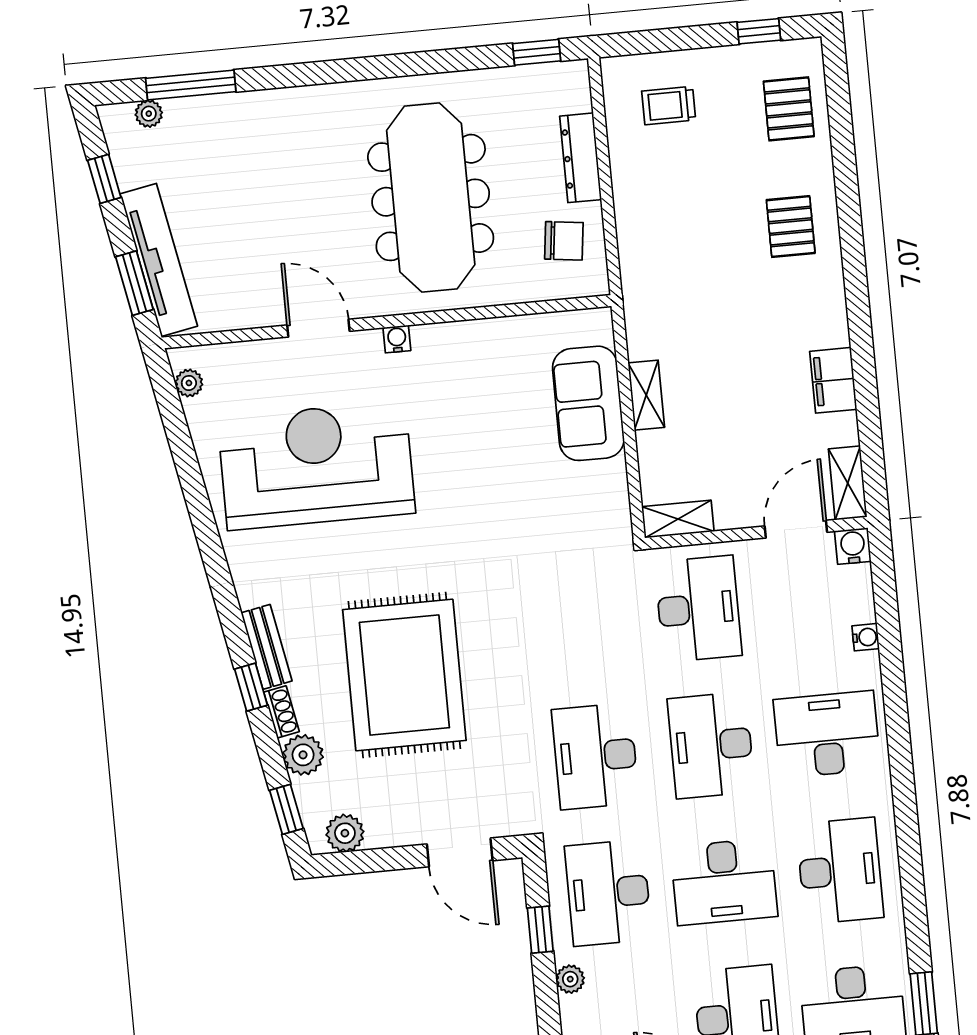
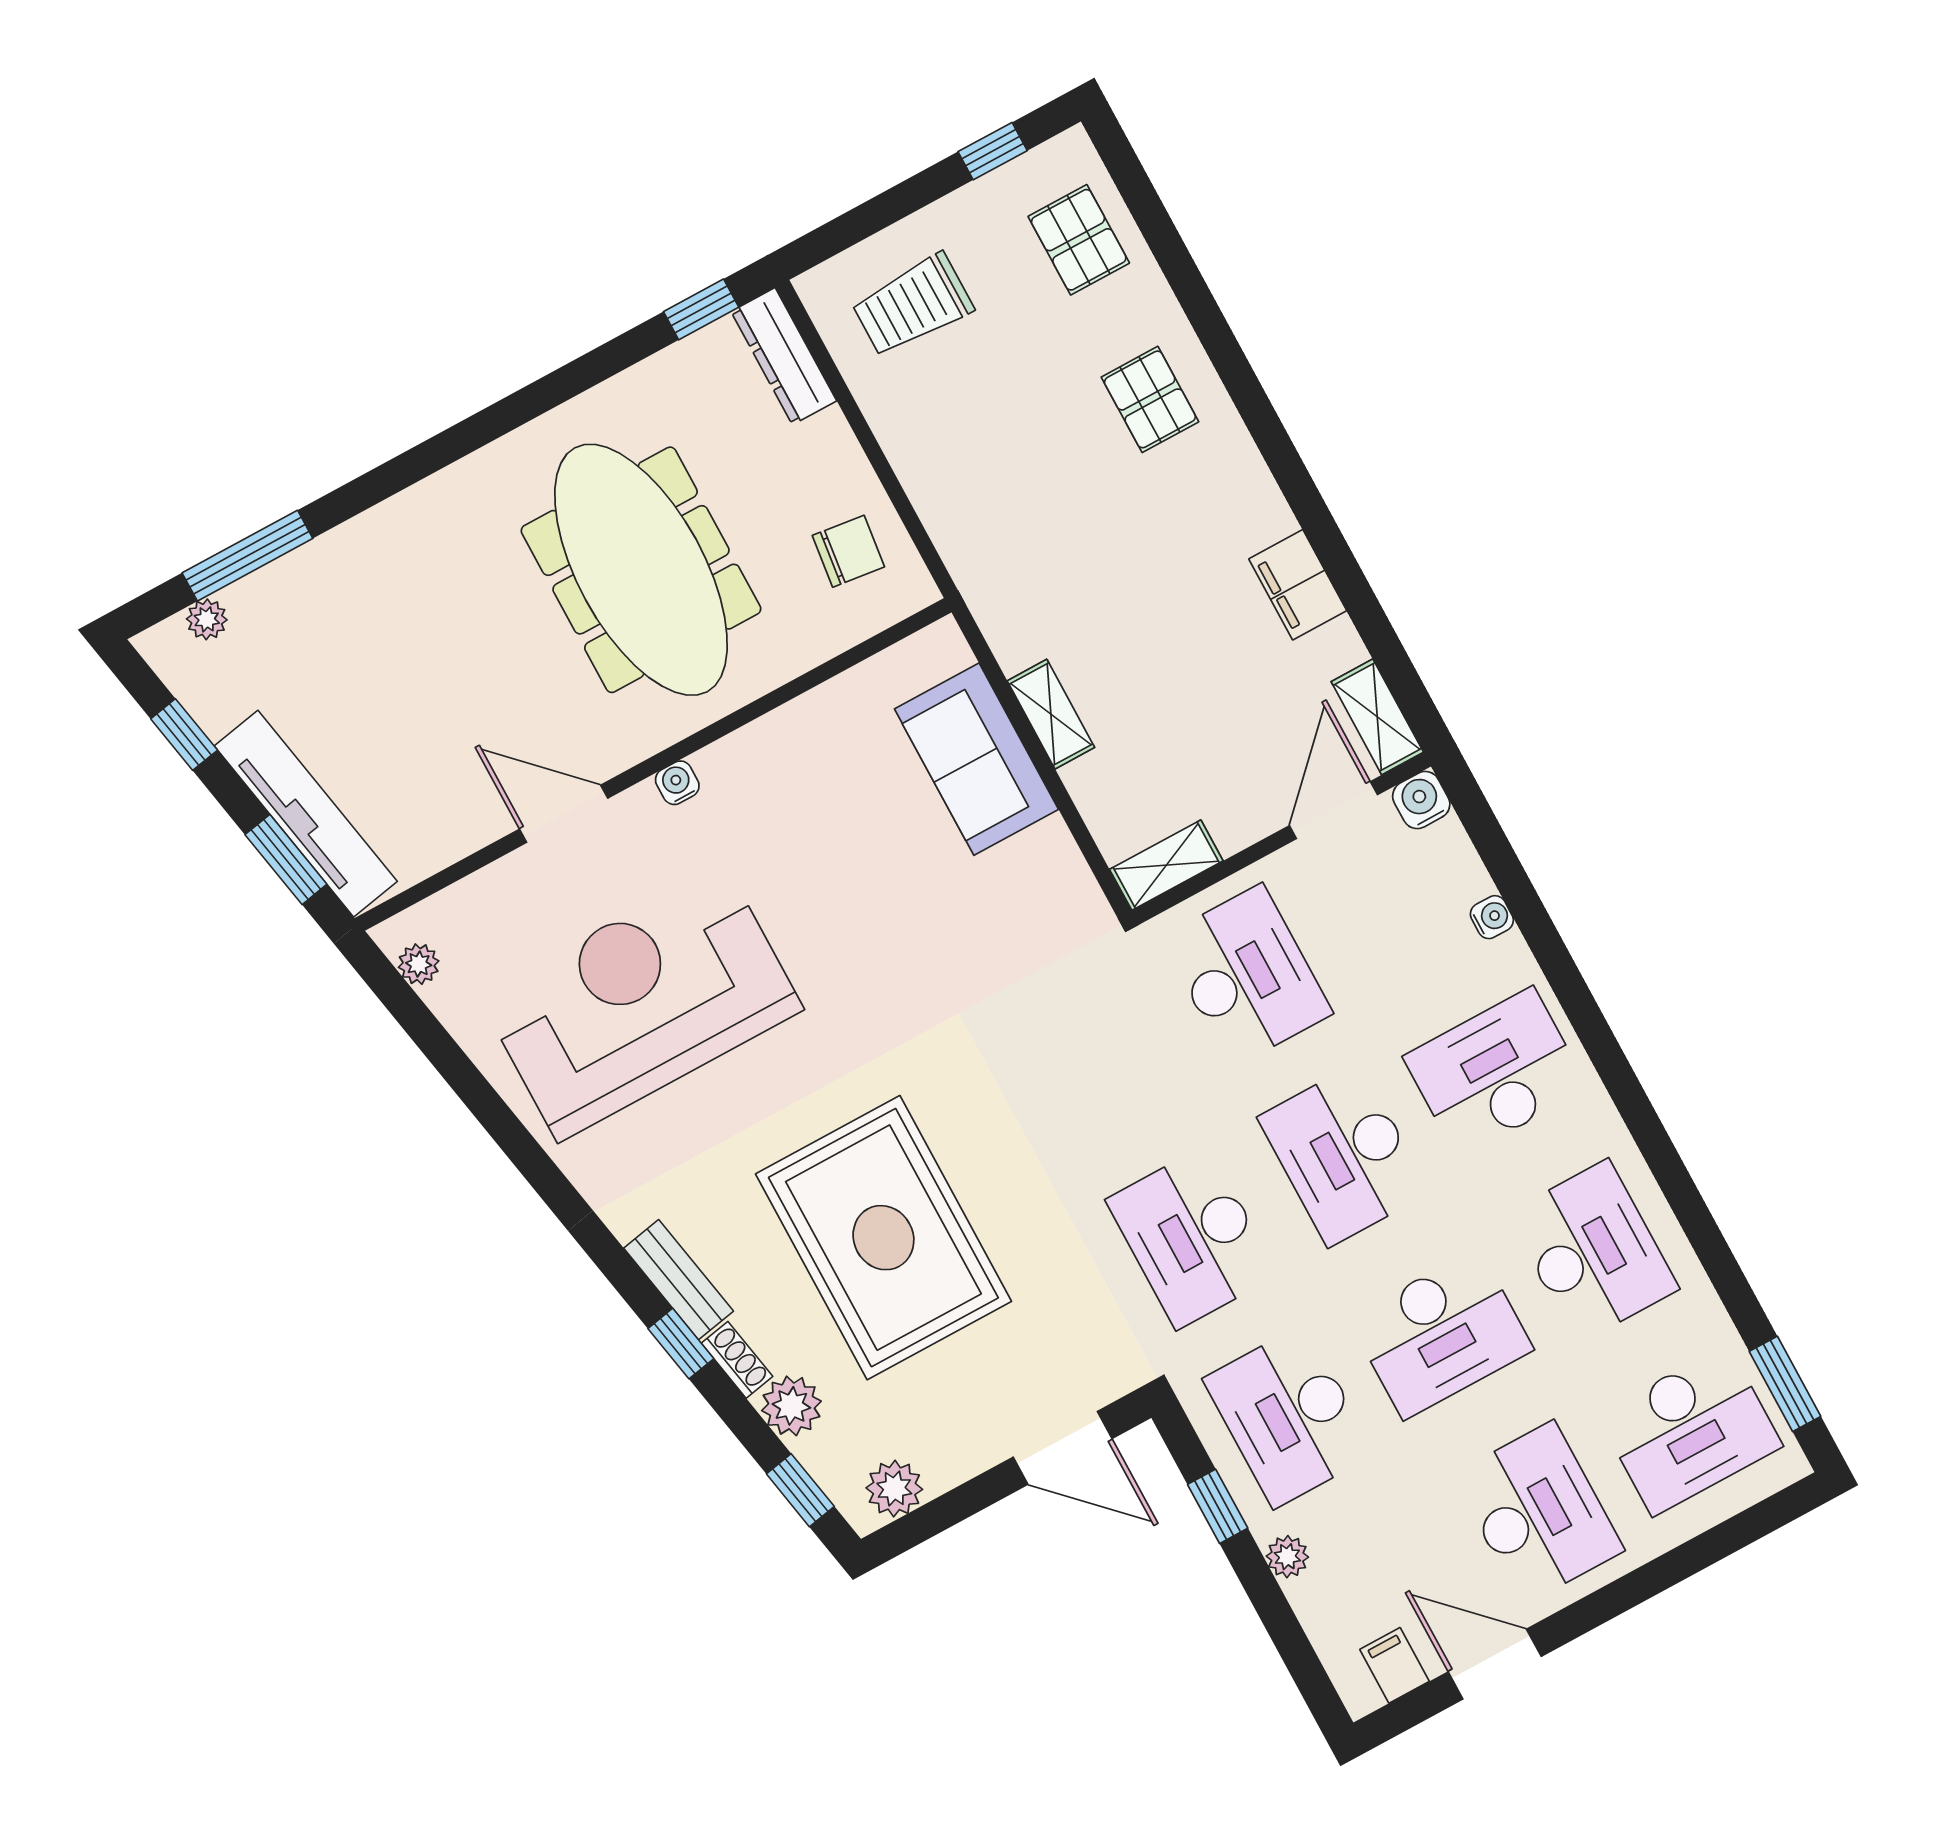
trolley: (669, 106) -> (913, 305), width x1.36, depth x1.39
dresser: (581, 158) -> (784, 356), moved

